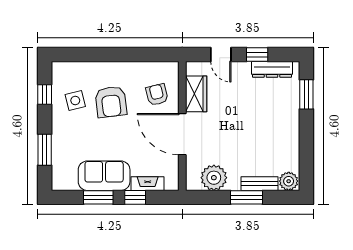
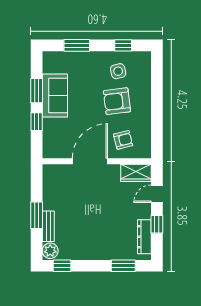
wardrobe: (196, 94) -> (136, 173), moved
window: (306, 167) -> (62, 266), added
plant: (214, 178) -> (53, 188), removed
fireplace: (148, 184) -> (48, 132), removed

